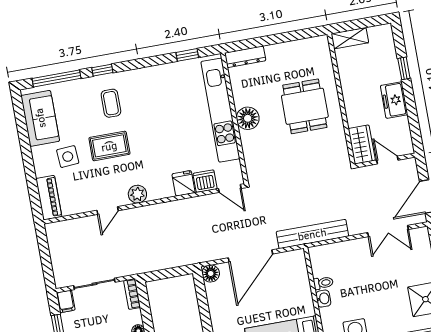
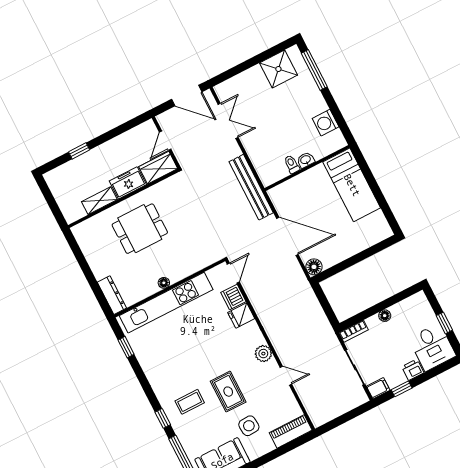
shelving: (350, 38) -> (99, 201), moved, turned 90
freezer: (394, 100) -> (128, 183), moved, turned 180
floor lamp: (248, 118) -> (164, 283), width x0.53, depth x0.53

